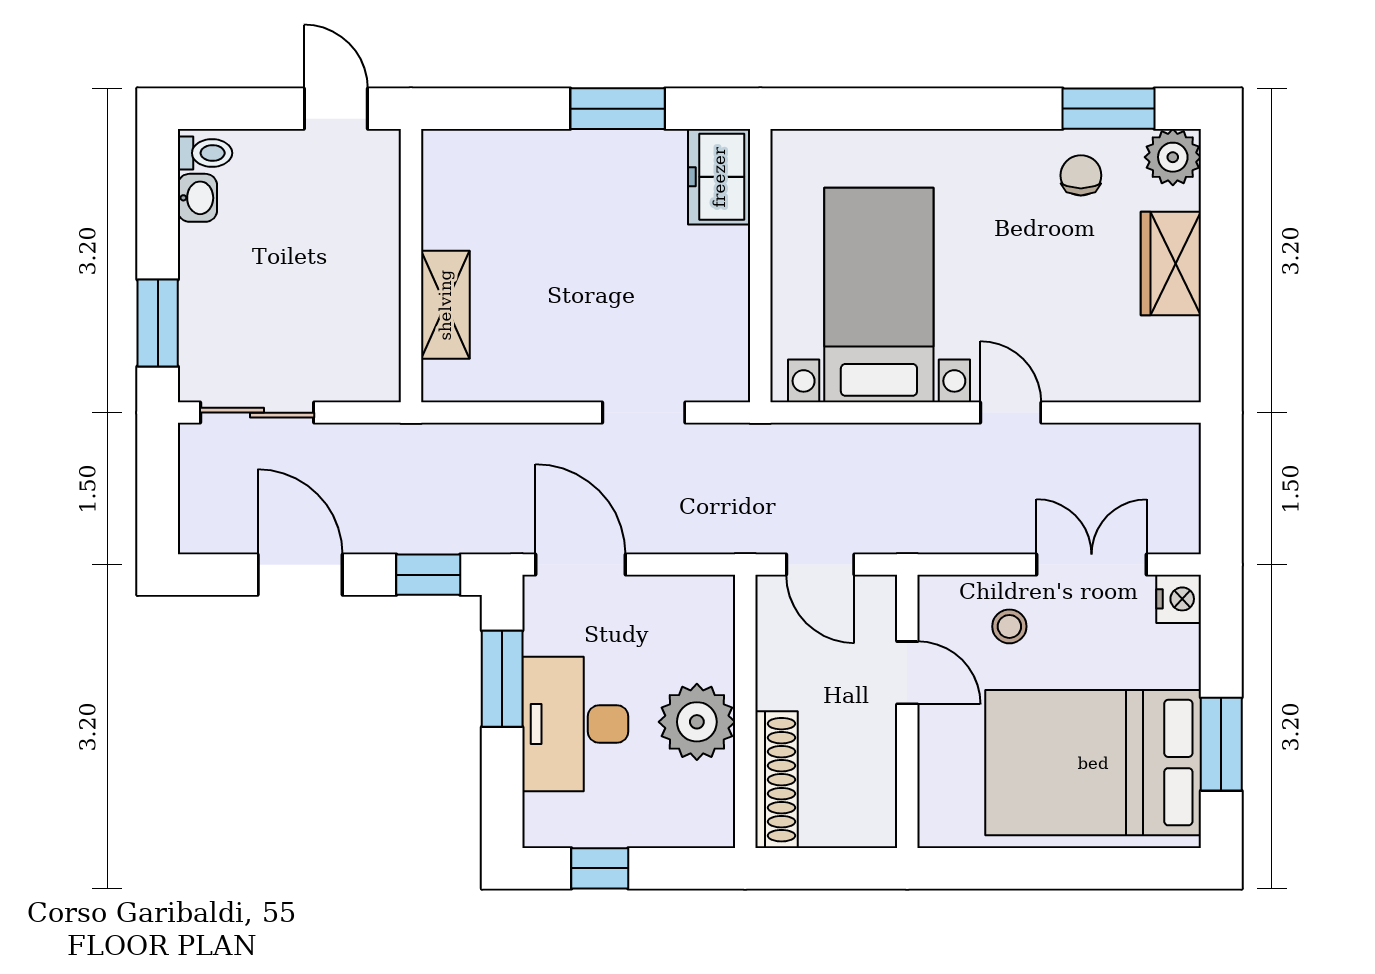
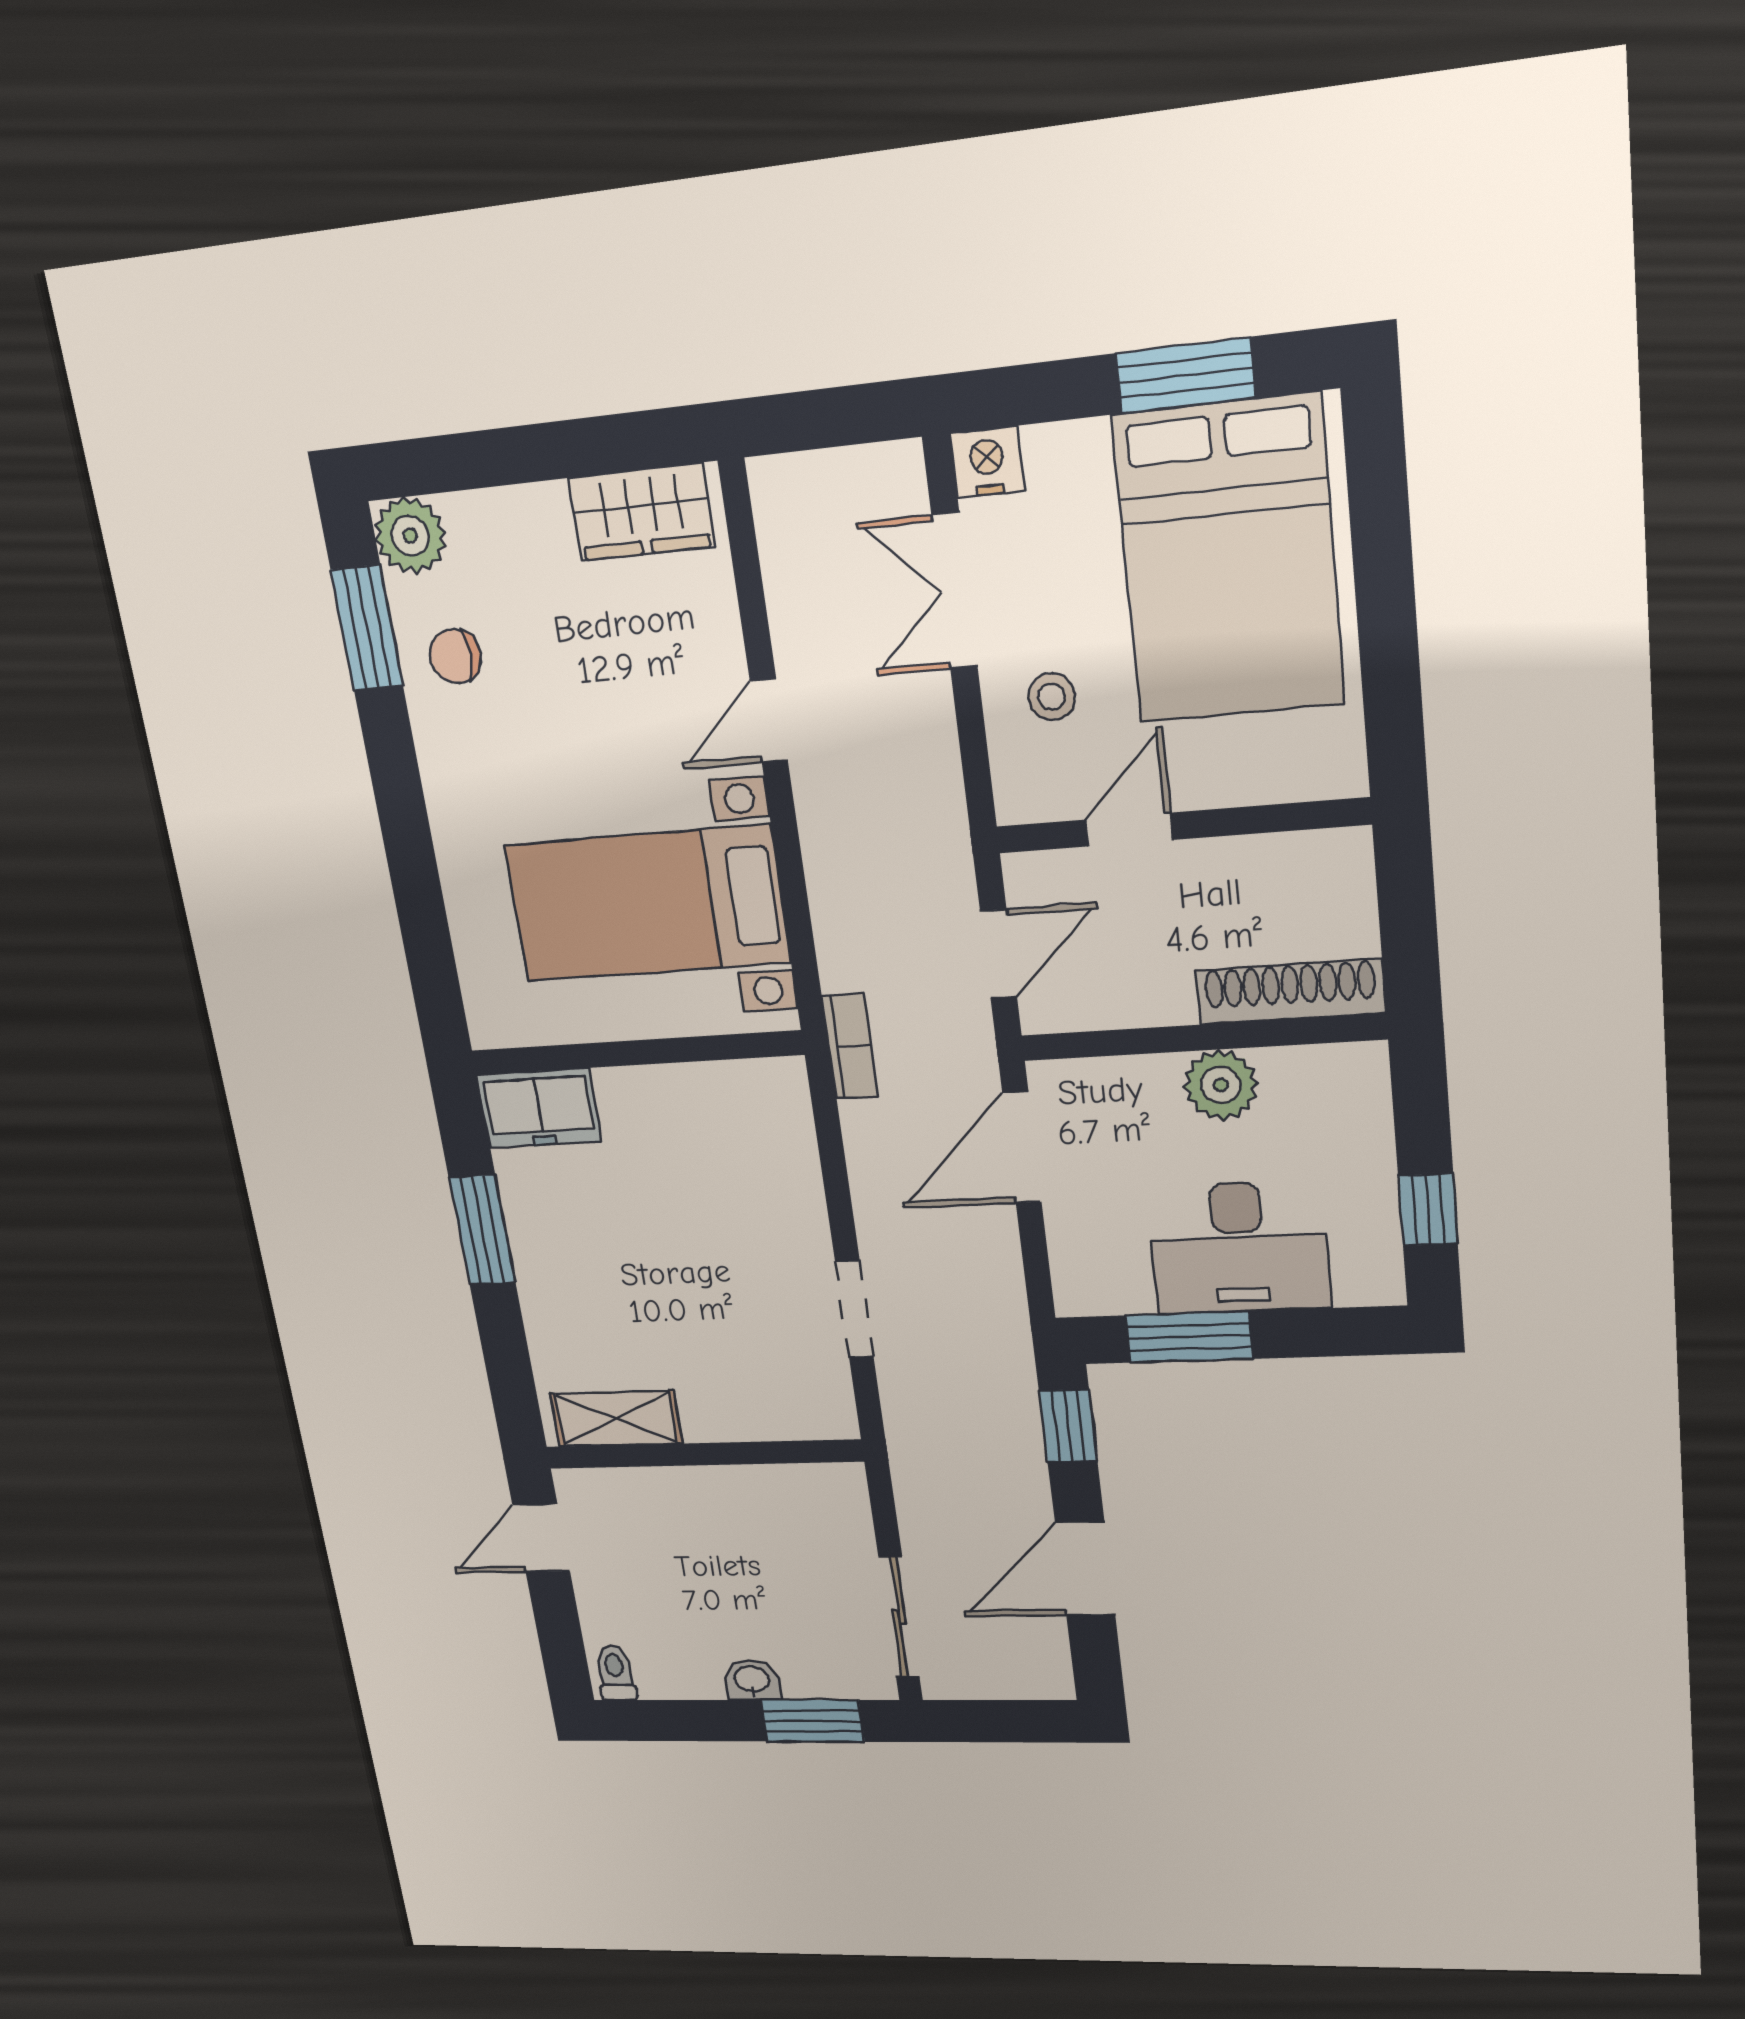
washbasin: (197, 198) -> (752, 1680), moved
wardrobe: (1171, 264) -> (642, 512), moved
shelving: (445, 305) -> (616, 1419), moved
doorway: (644, 413) -> (854, 1309), moved
bookcase: (755, 439) -> (850, 1046), added
door: (581, 565) -> (1022, 1148), moved
plant: (697, 722) -> (1221, 1085), width x0.73, depth x0.73

